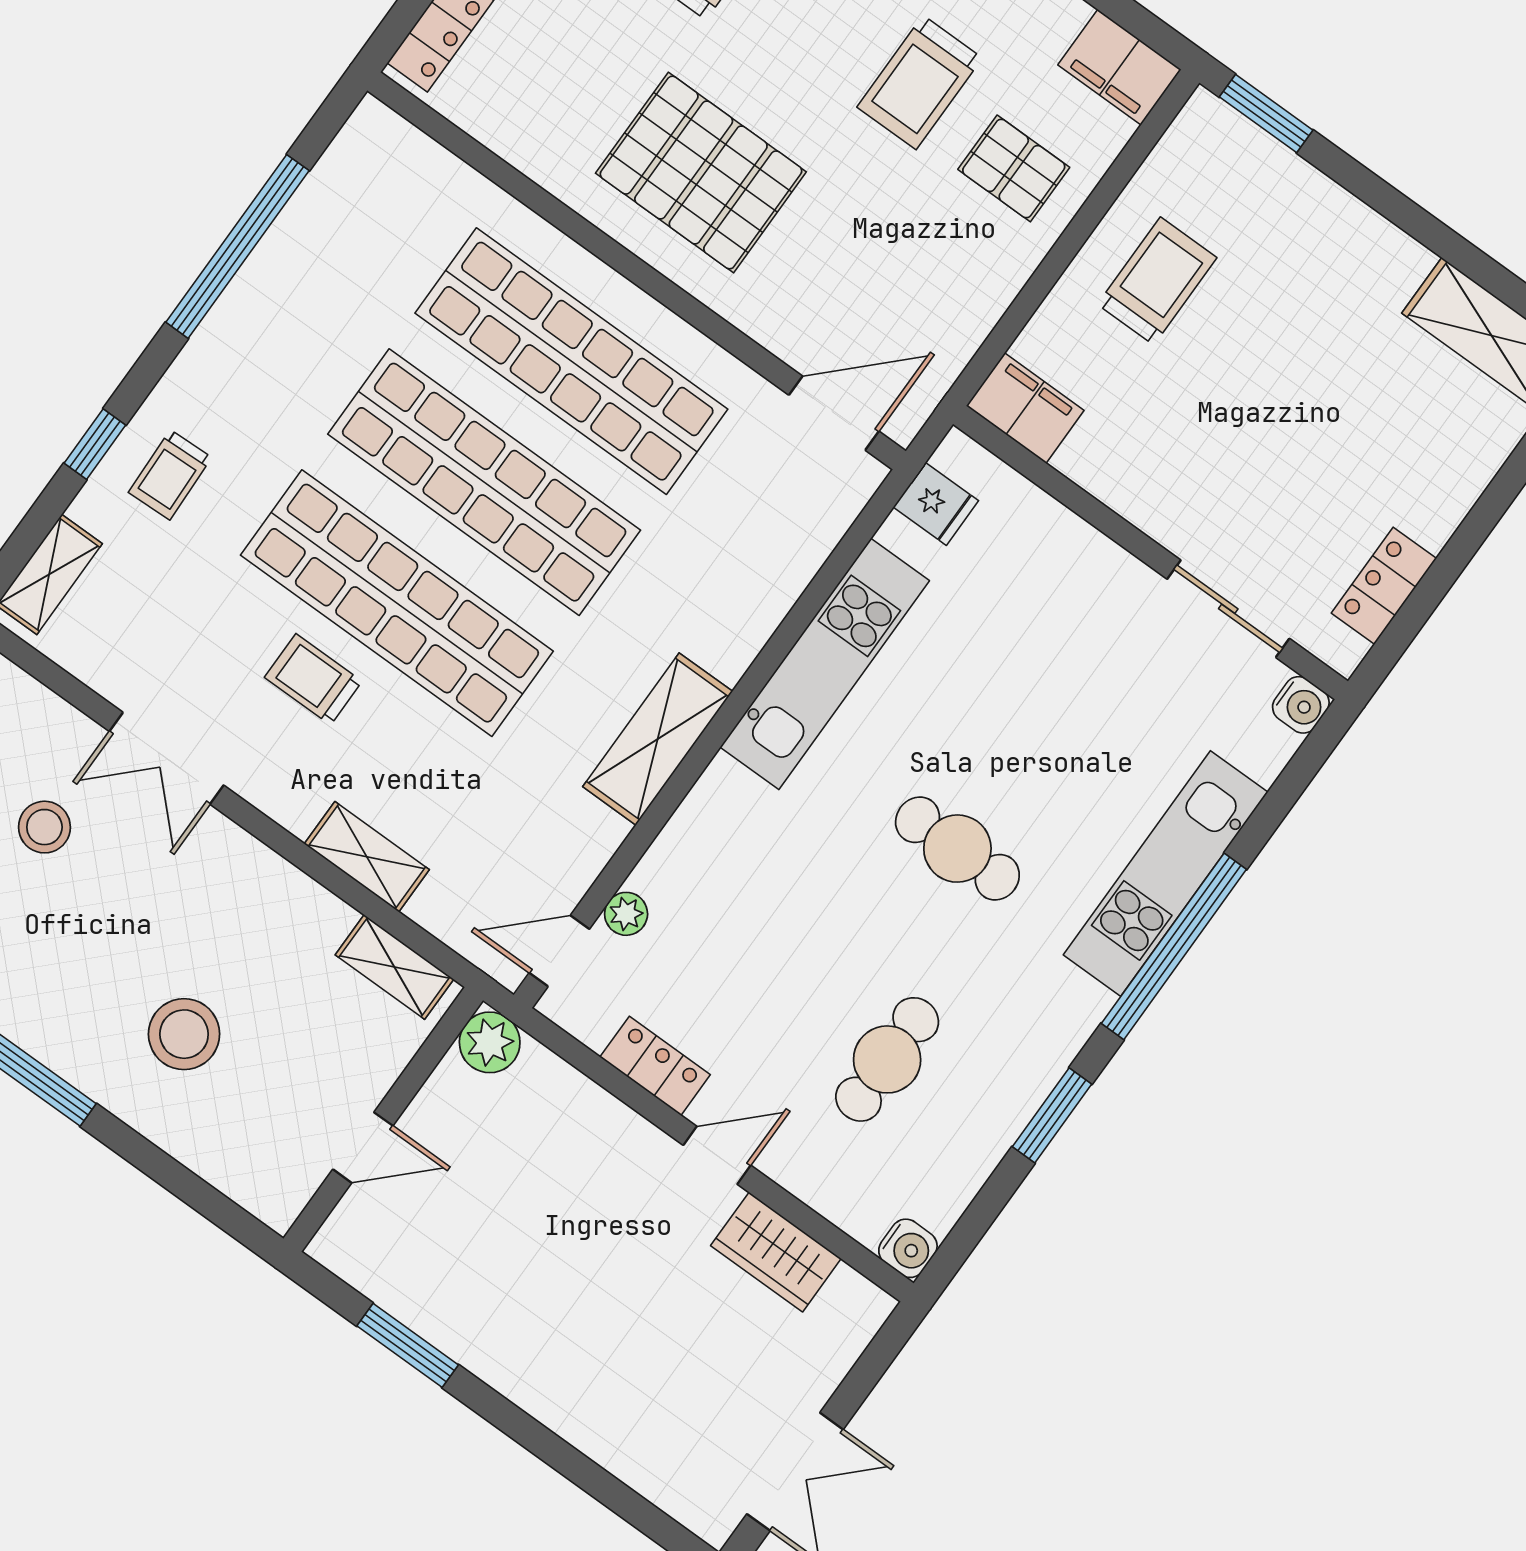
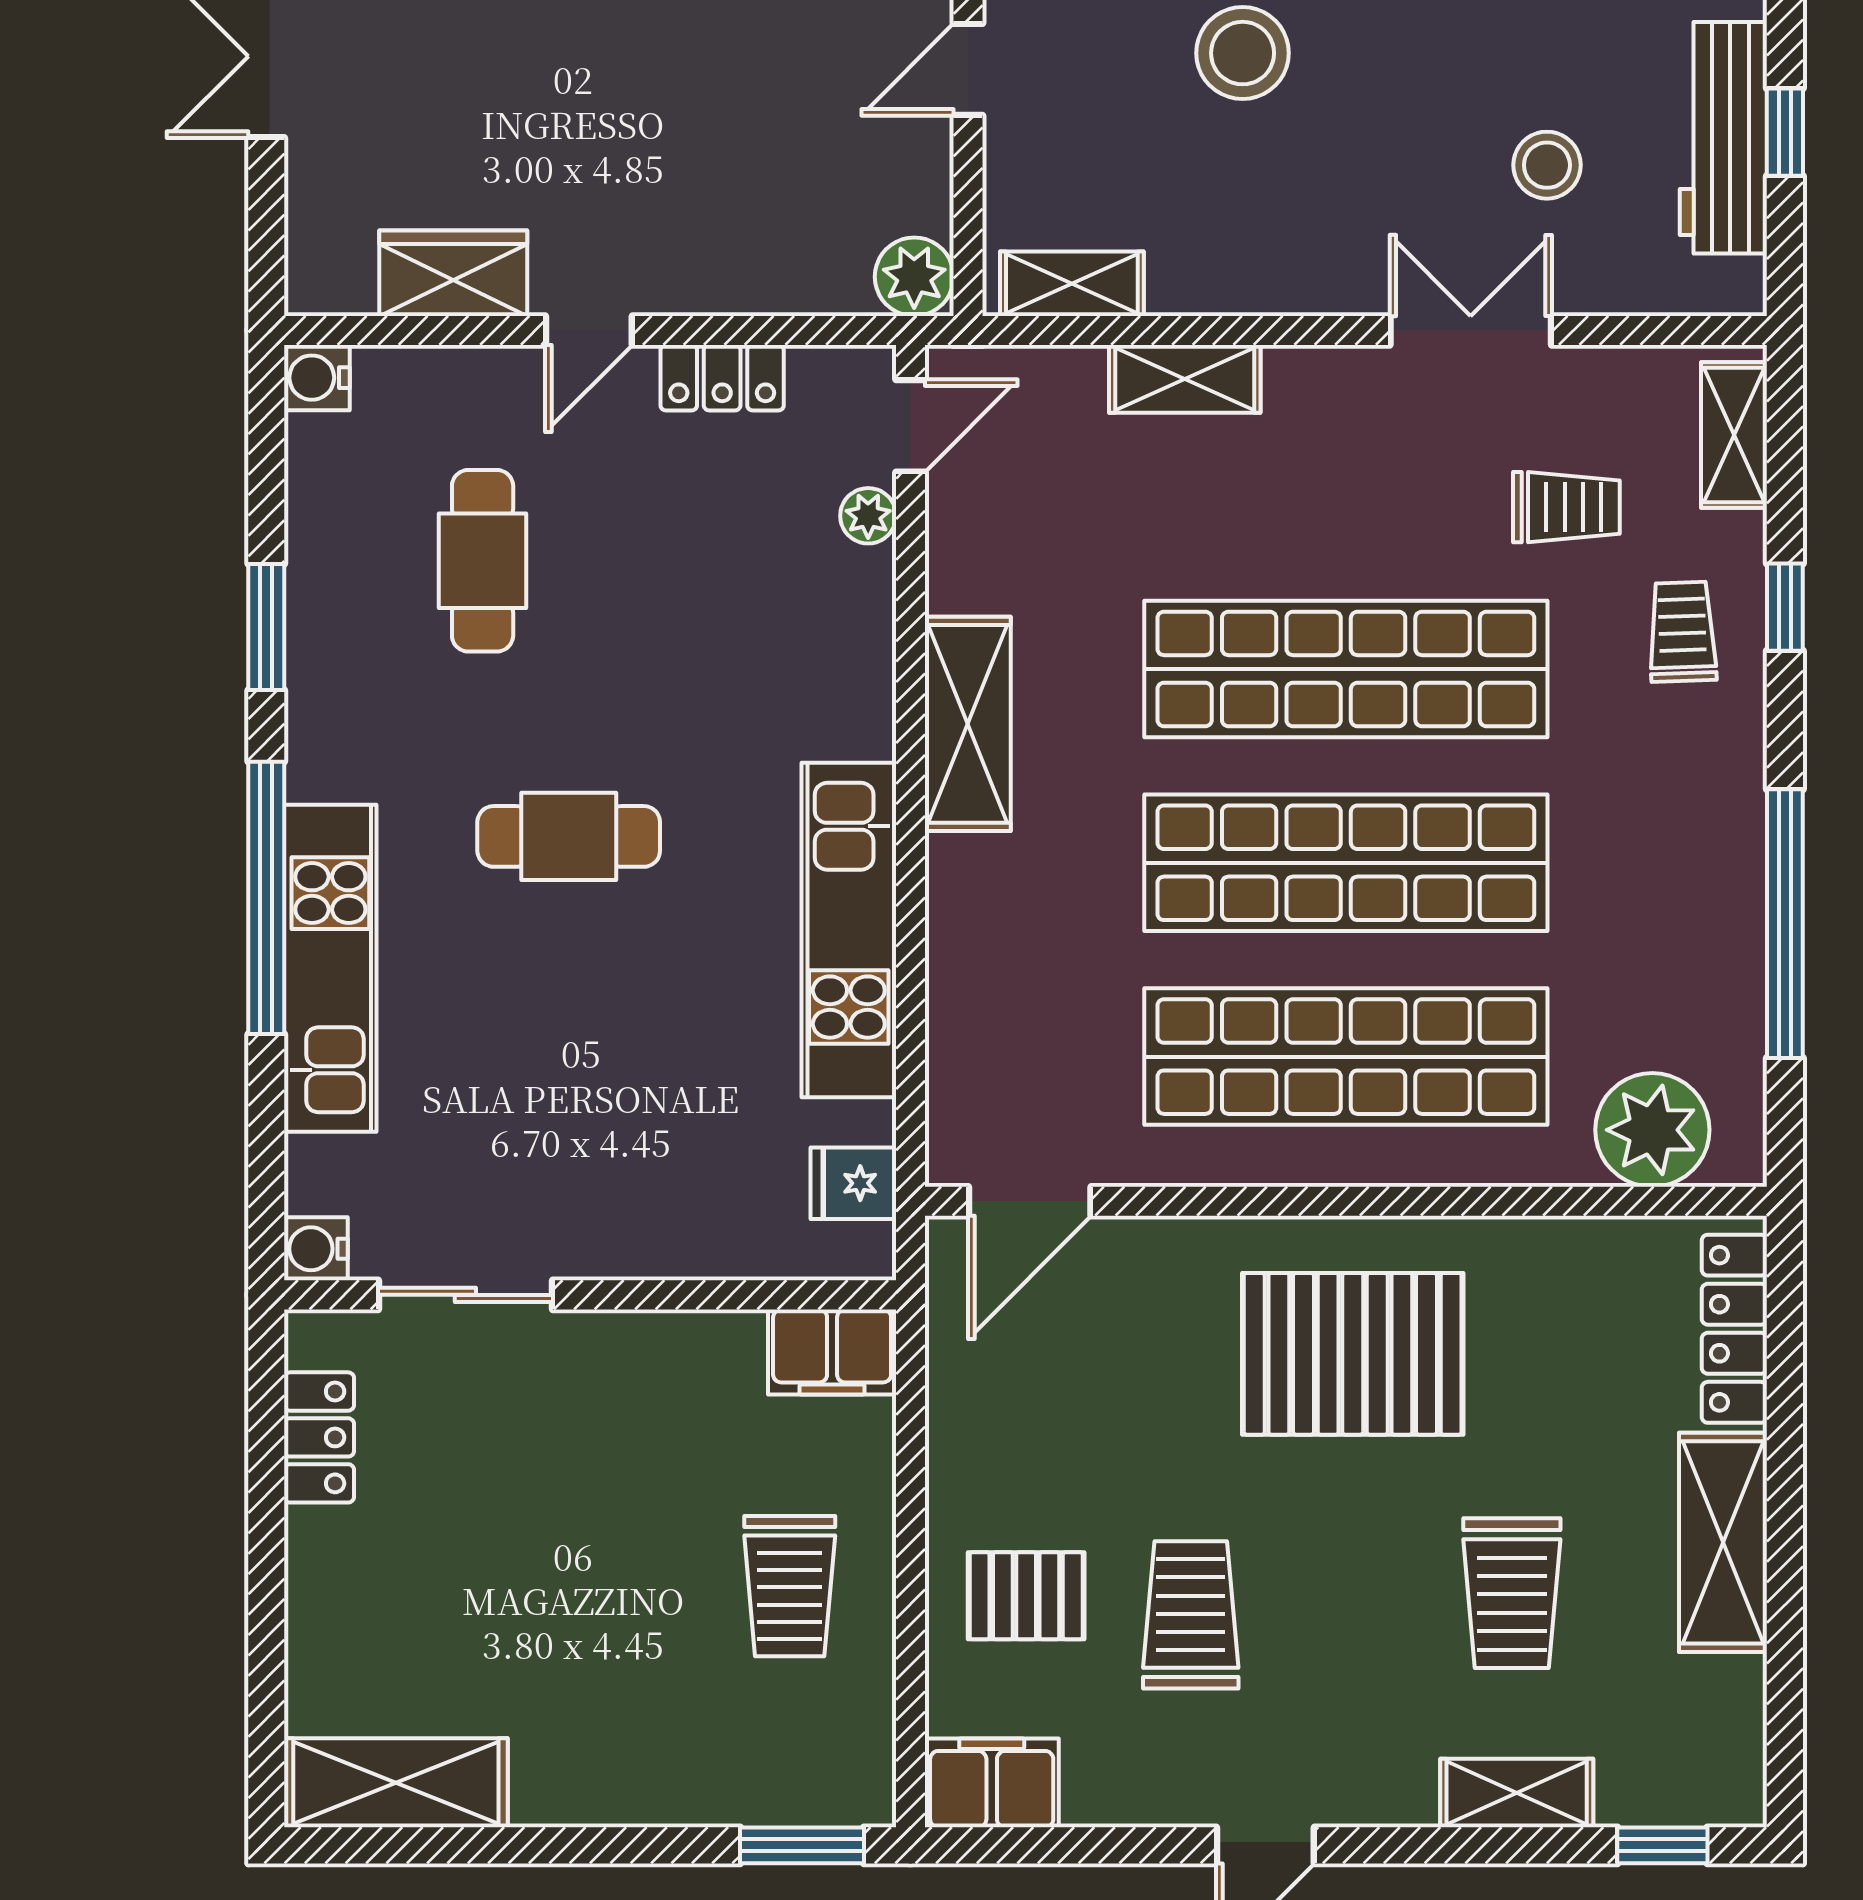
plant: (413, 177) -> (1652, 1130), added
trolley: (313, 679) -> (1566, 507), moved

